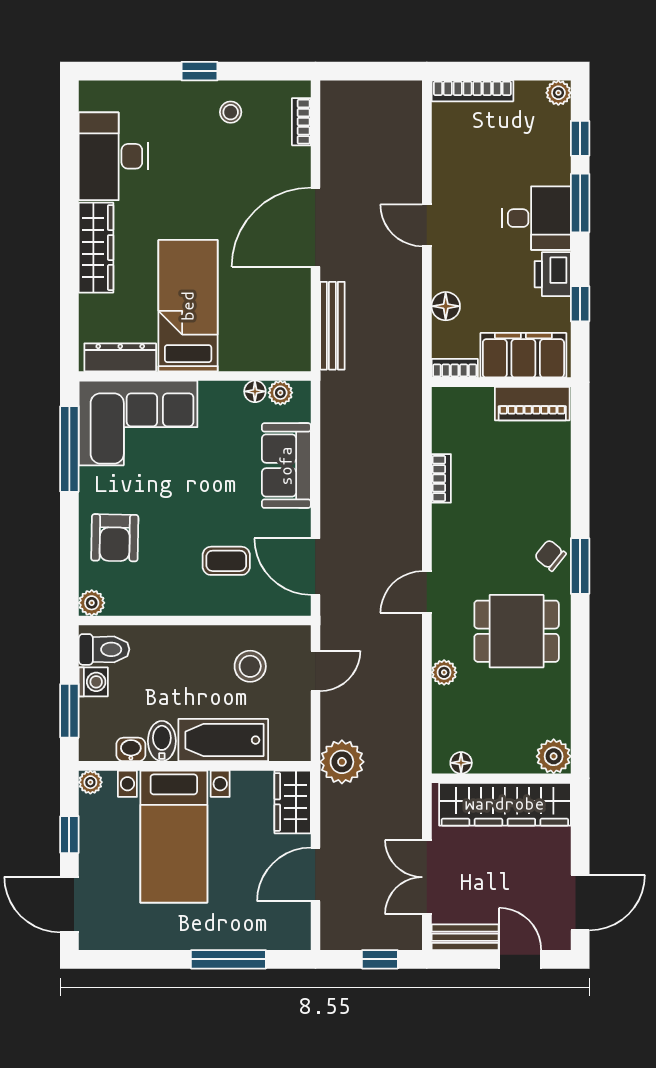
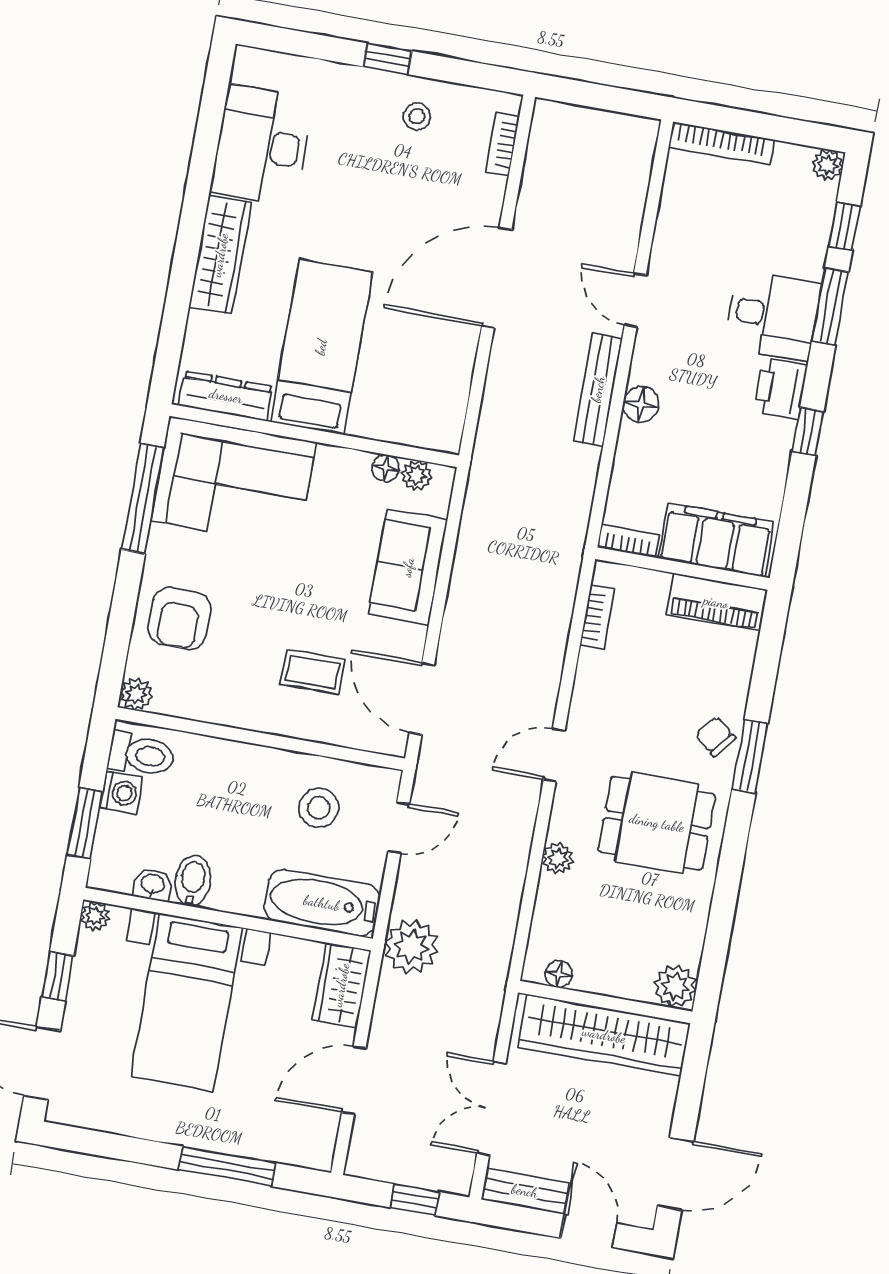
bench: (332, 326) -> (598, 389), moved
filing cabinet: (523, 355) -> (716, 540), moved
bookcase: (455, 368) -> (628, 541), moved
wall: (501, 382) -> (682, 569), moved
piano: (532, 404) -> (716, 602), moved
bathtub: (223, 740) -> (322, 903), moved

